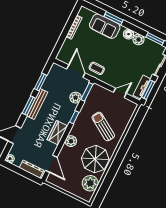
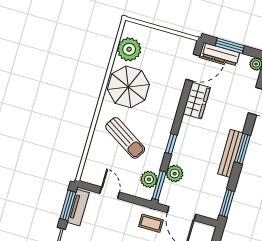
window: (41, 82) -> (227, 203), moved
door: (120, 93) -> (110, 193), swing flipped
wardrobe: (57, 133) -> (197, 101), moved
plant: (71, 141) -> (149, 179), moved
door: (51, 164) -> (193, 68), swing flipped
window: (25, 174) -> (230, 46), added

